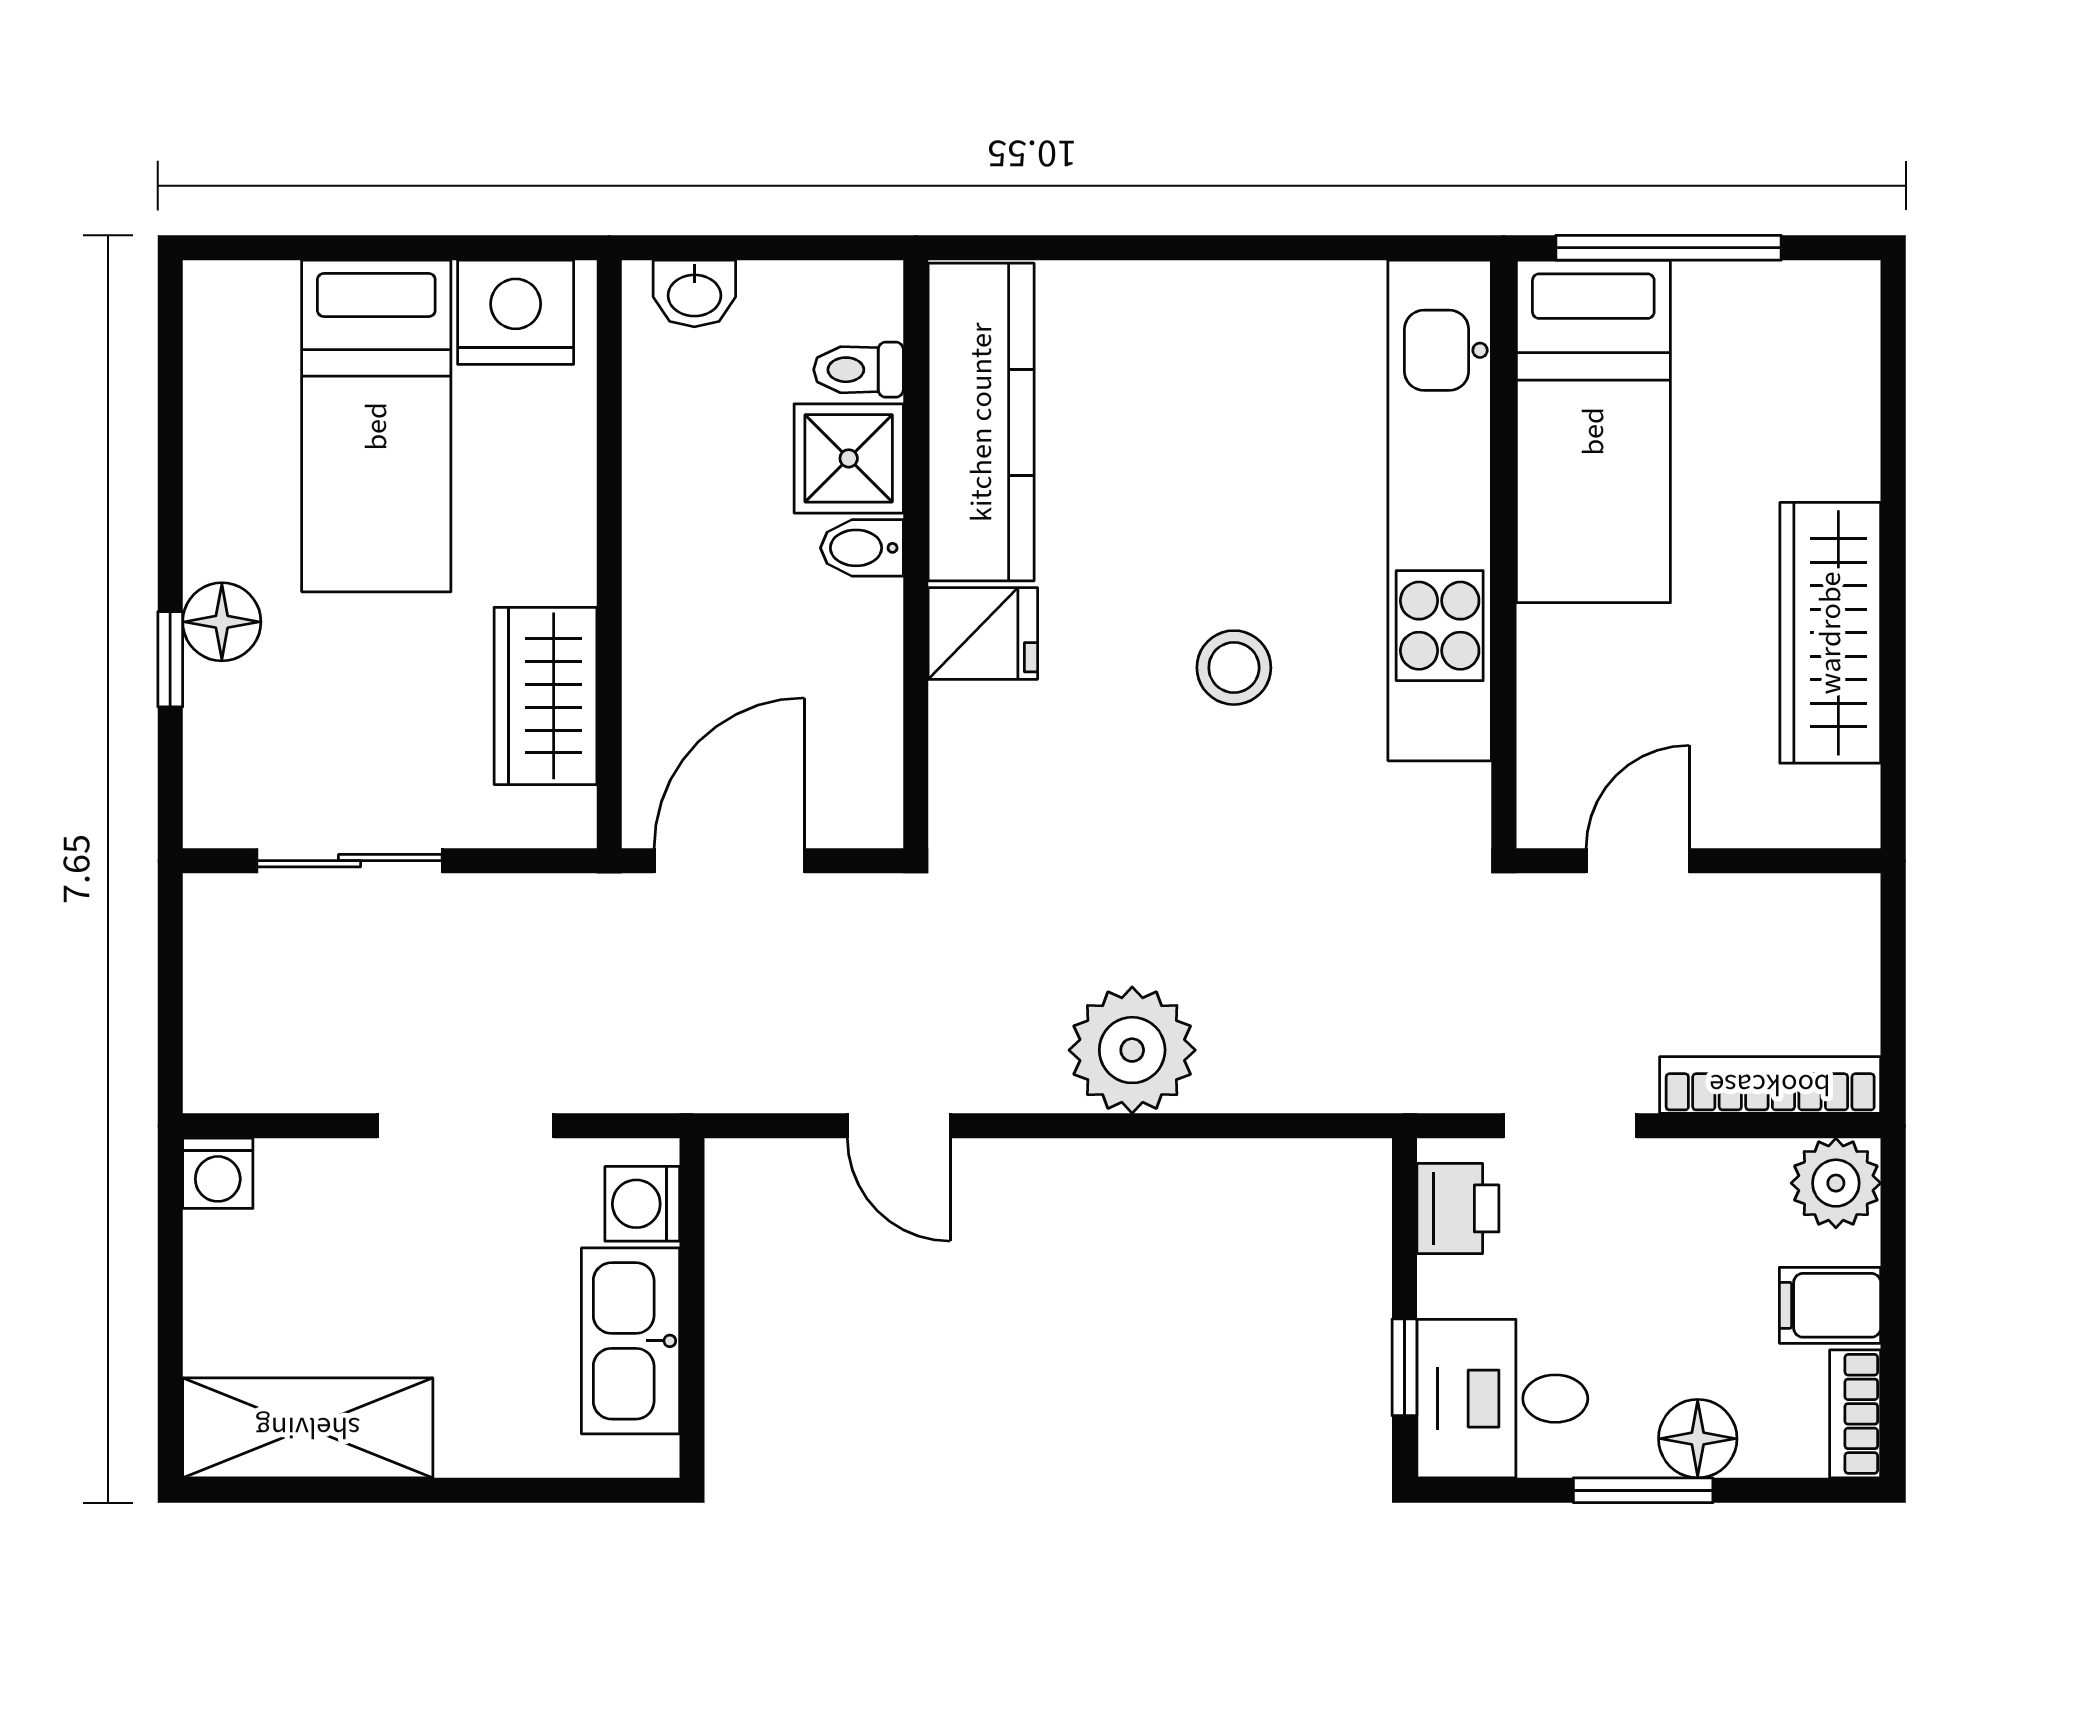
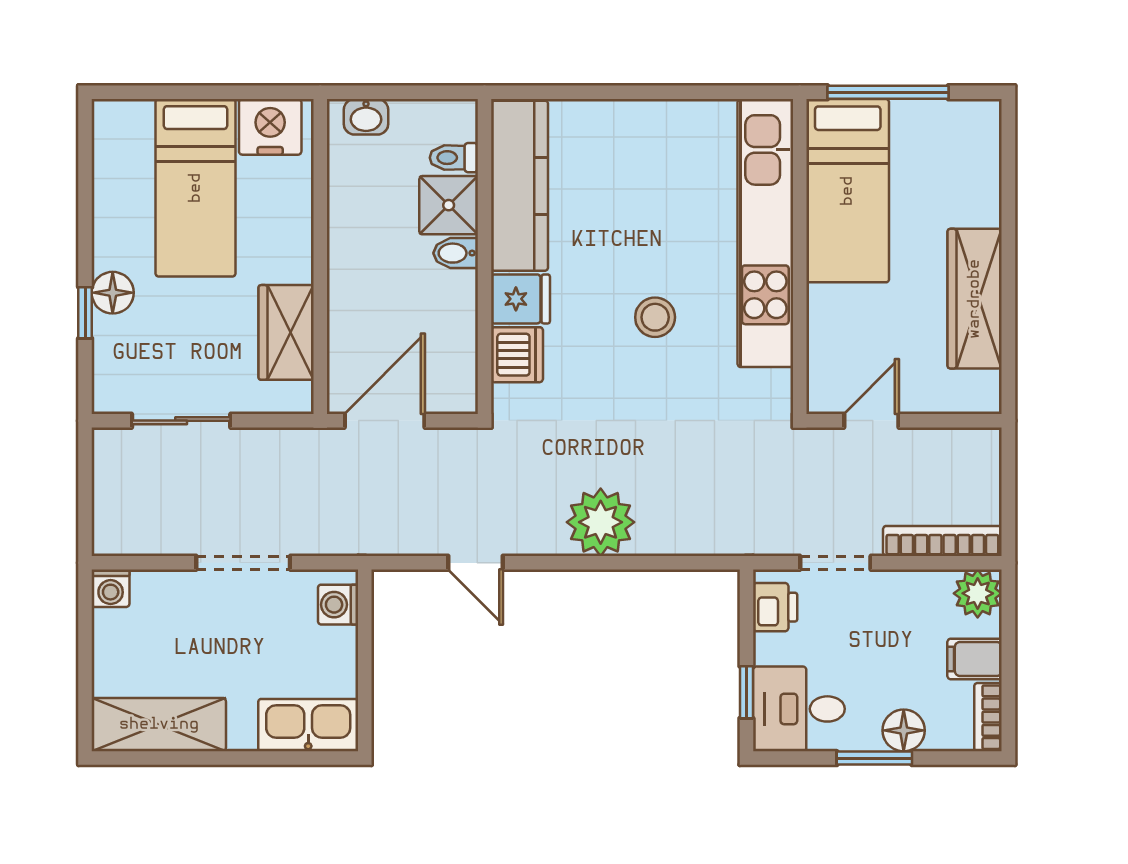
dishwasher: (976, 737) -> (517, 355), added
kitchen sink: (631, 1341) -> (308, 725), moved, turned 90

